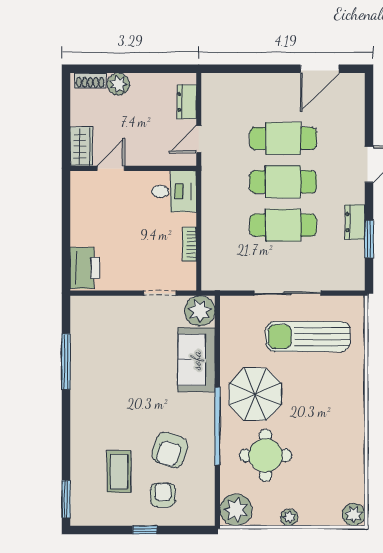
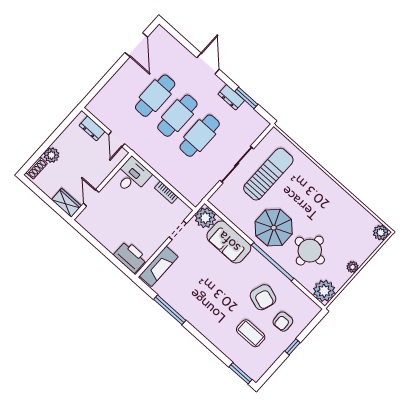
fireplace: (102, 308) -> (159, 266), added
sun lounger: (308, 337) -> (268, 174), turned 180
armchair: (163, 495) -> (283, 322), turned -93

